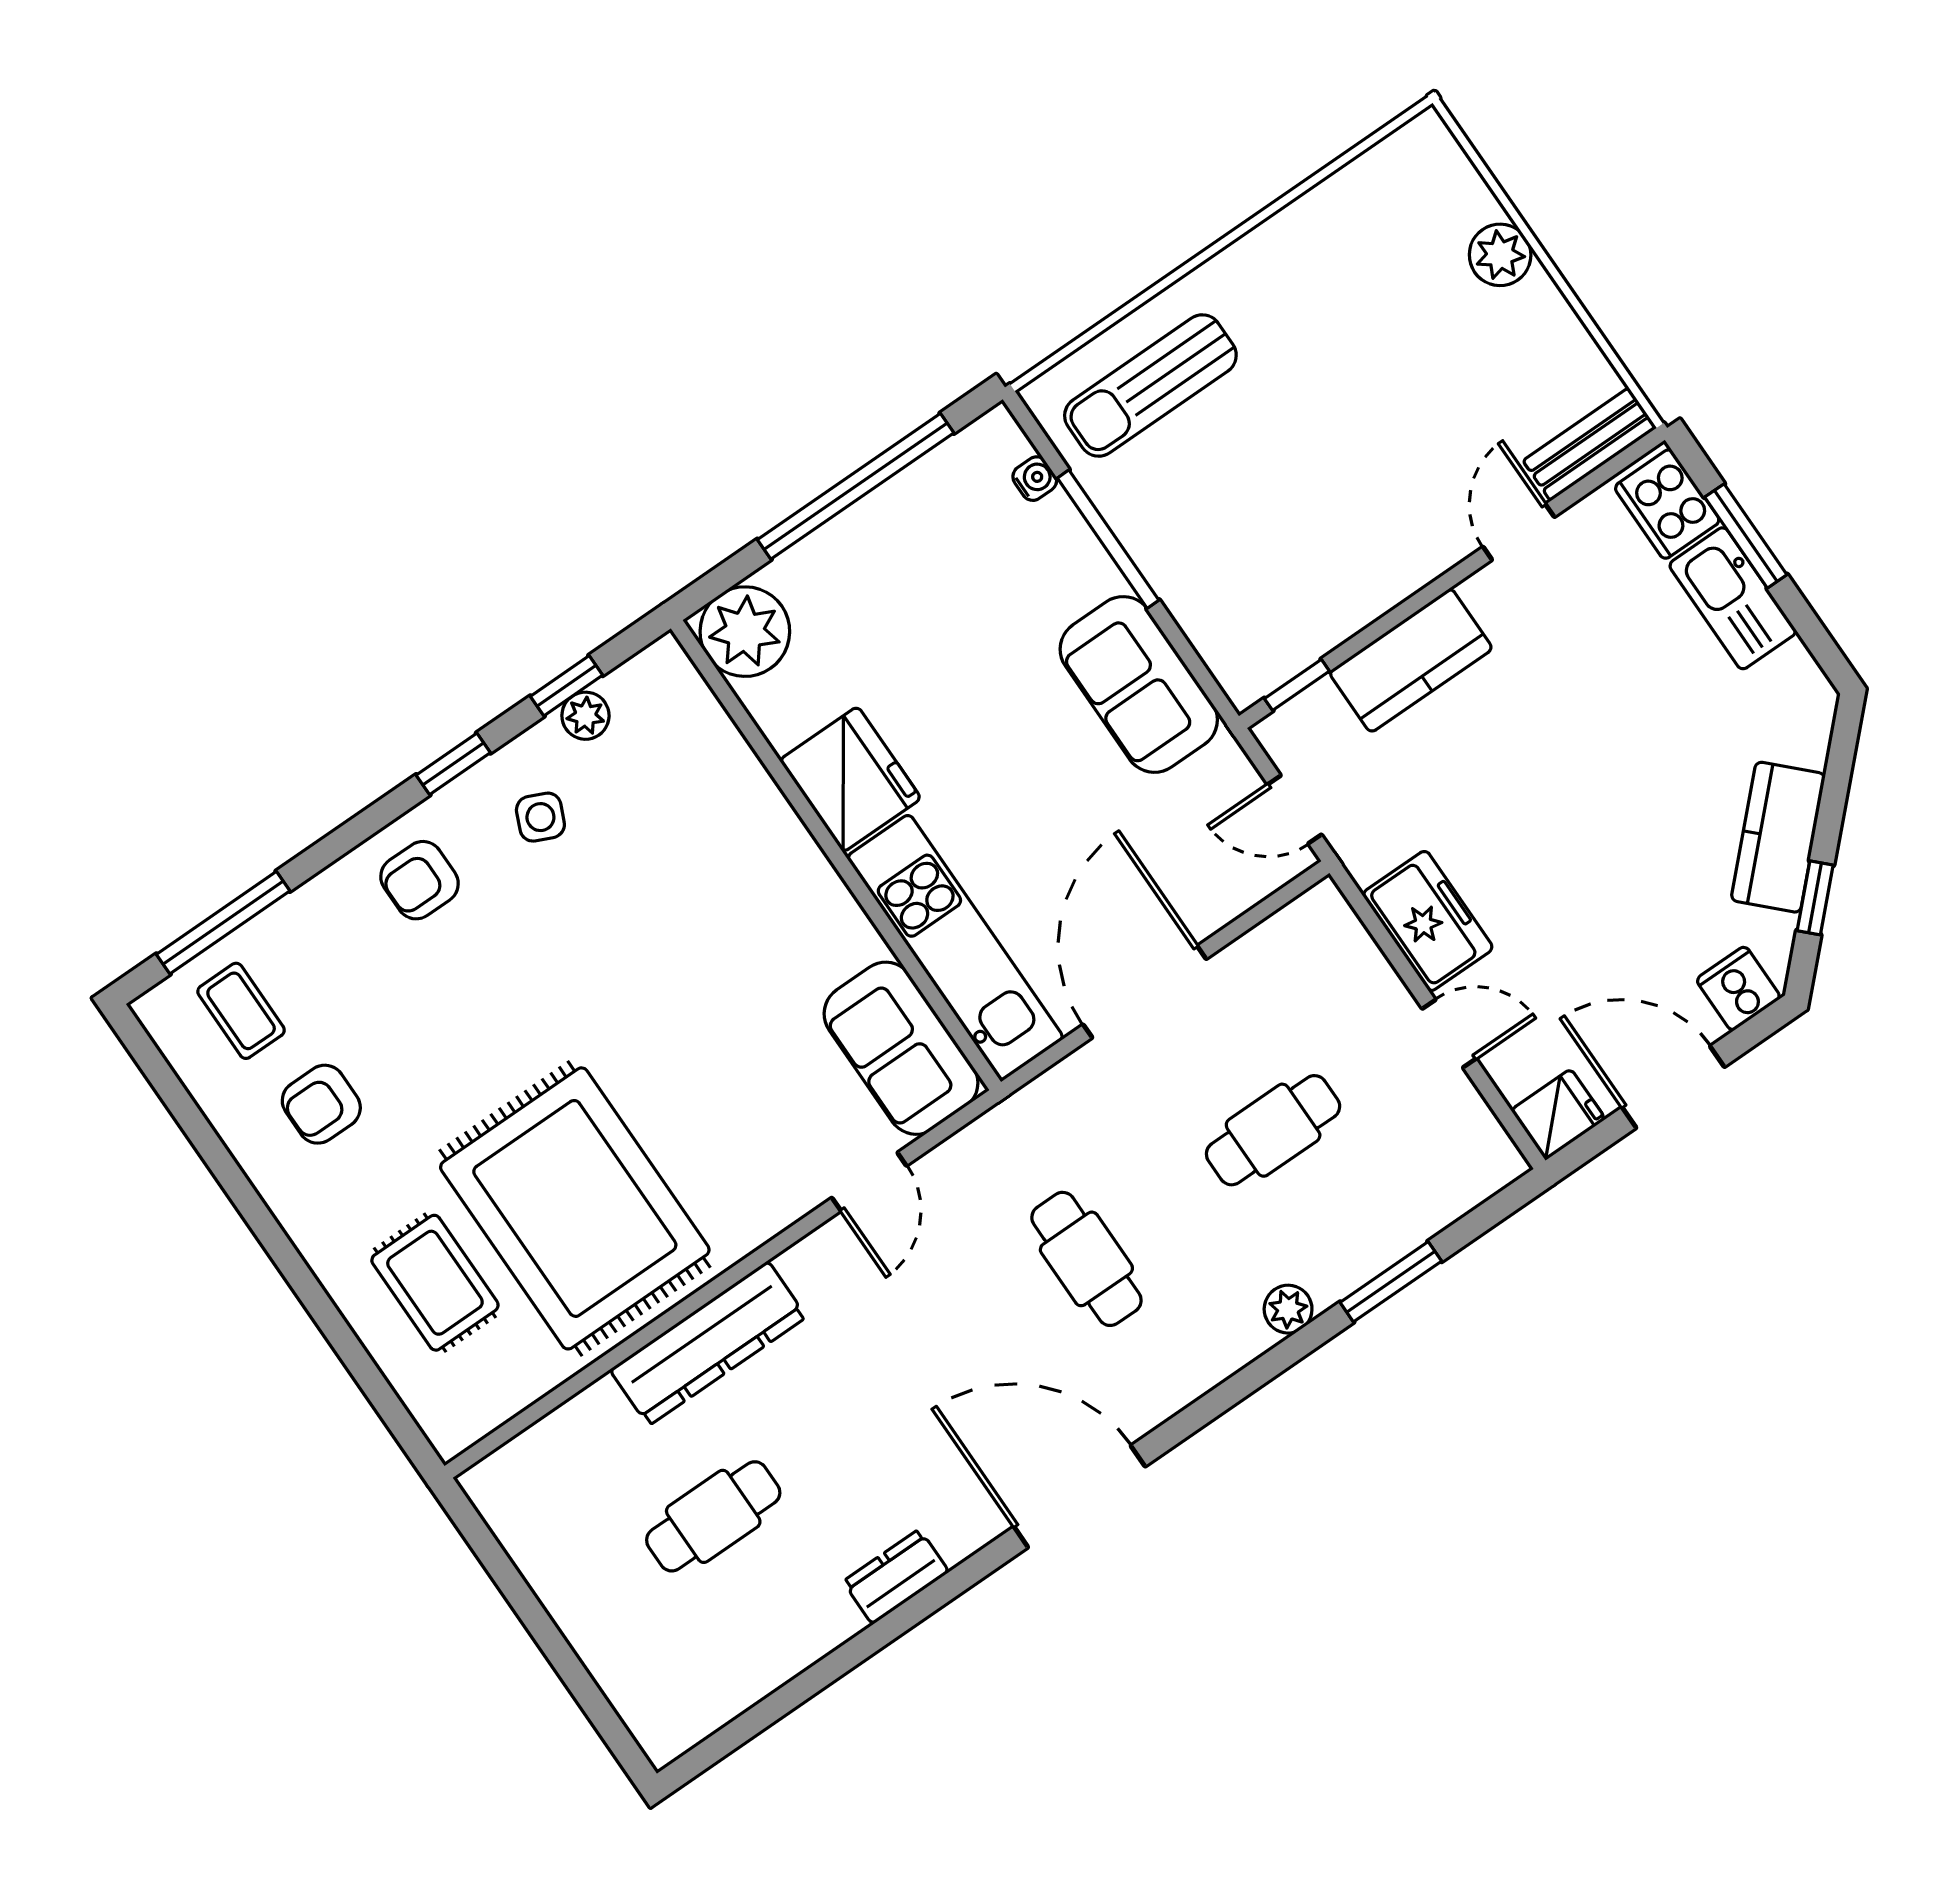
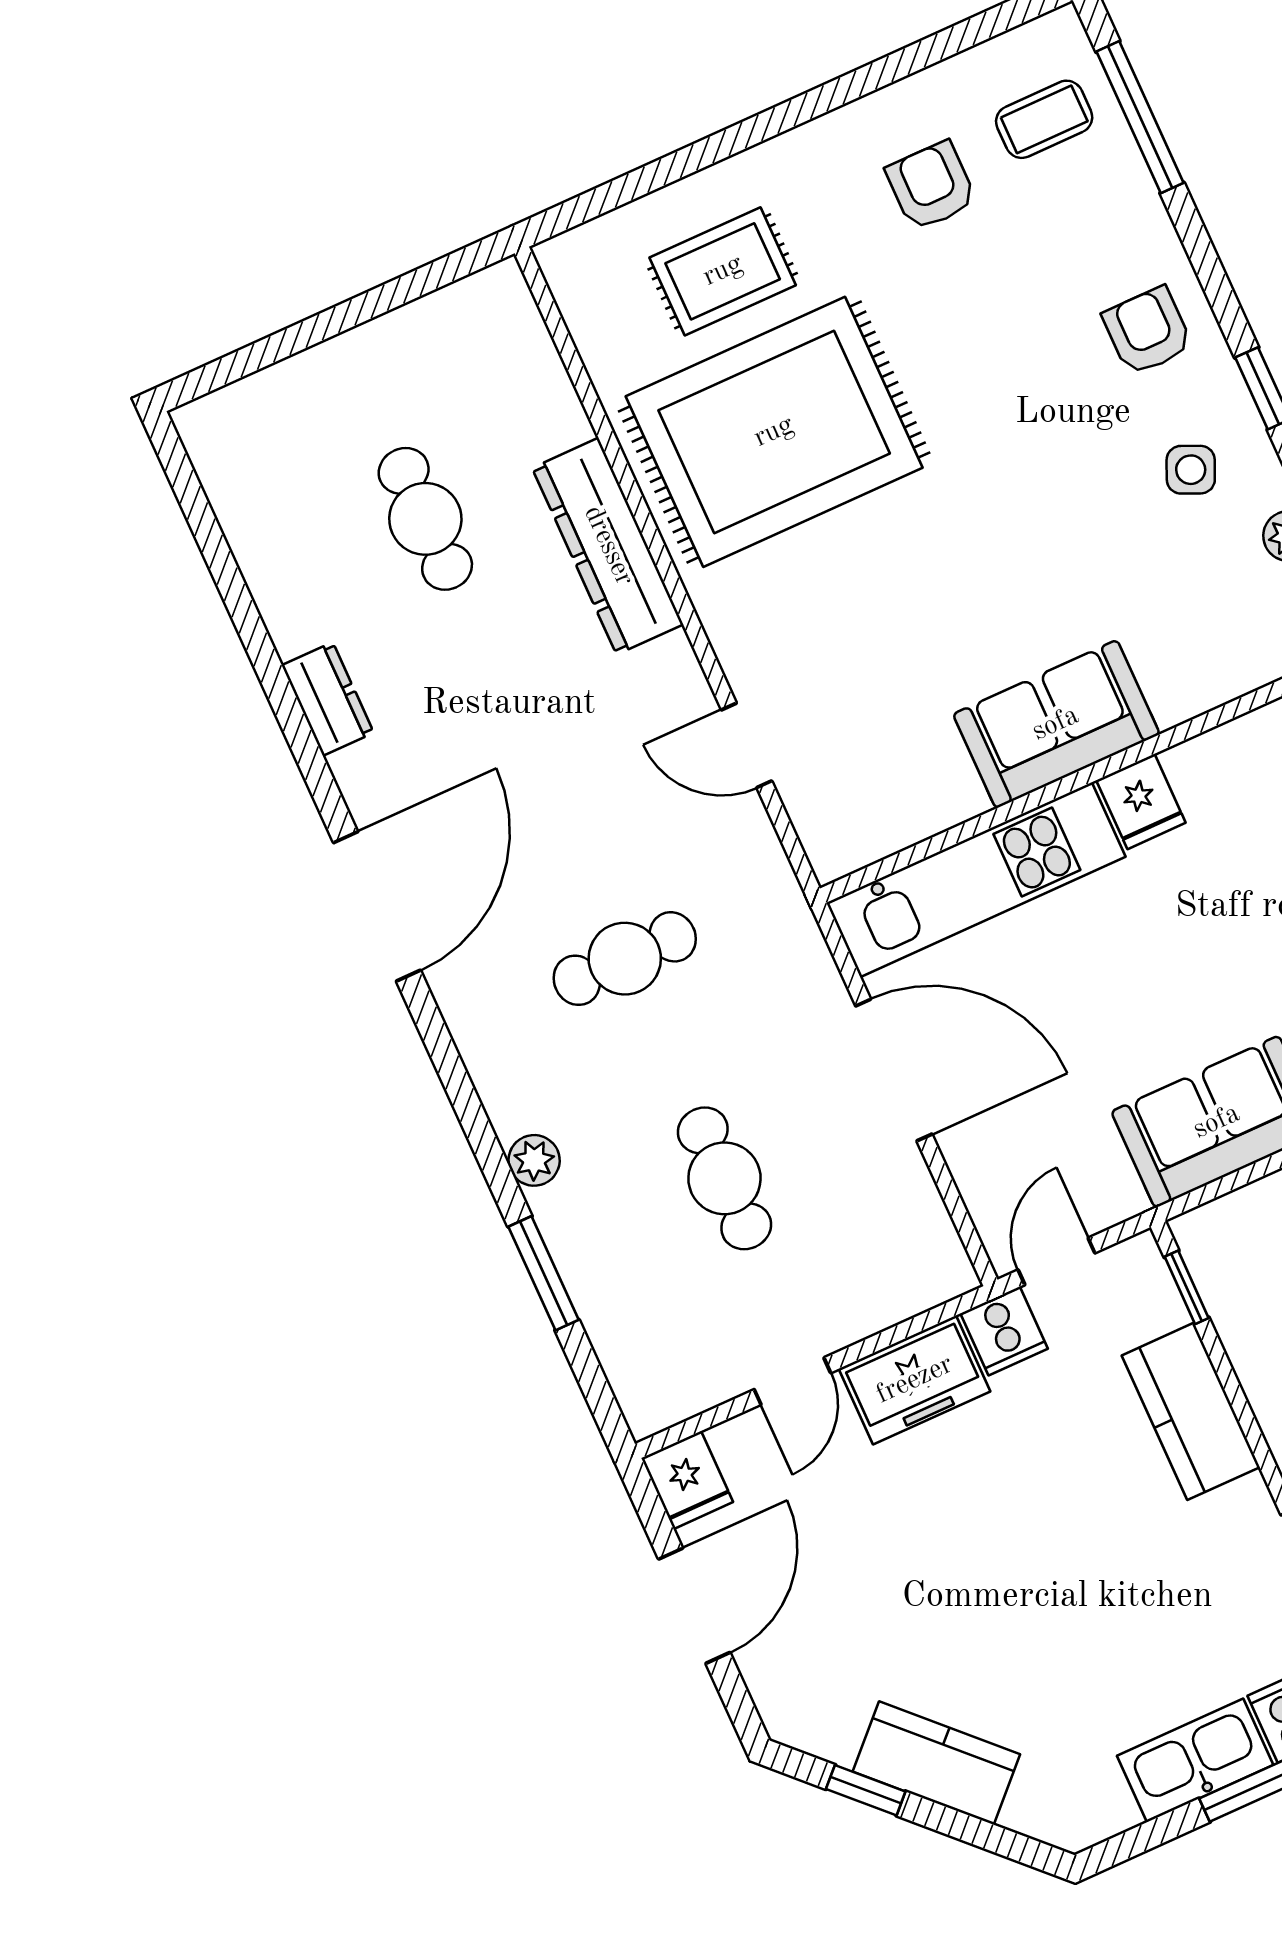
fridge: (850, 779) -> (1141, 801), width x0.53, depth x0.75
cooker: (1738, 988) -> (1004, 1331), moved, turned 90
sofa: (901, 1048) -> (1056, 724), moved

